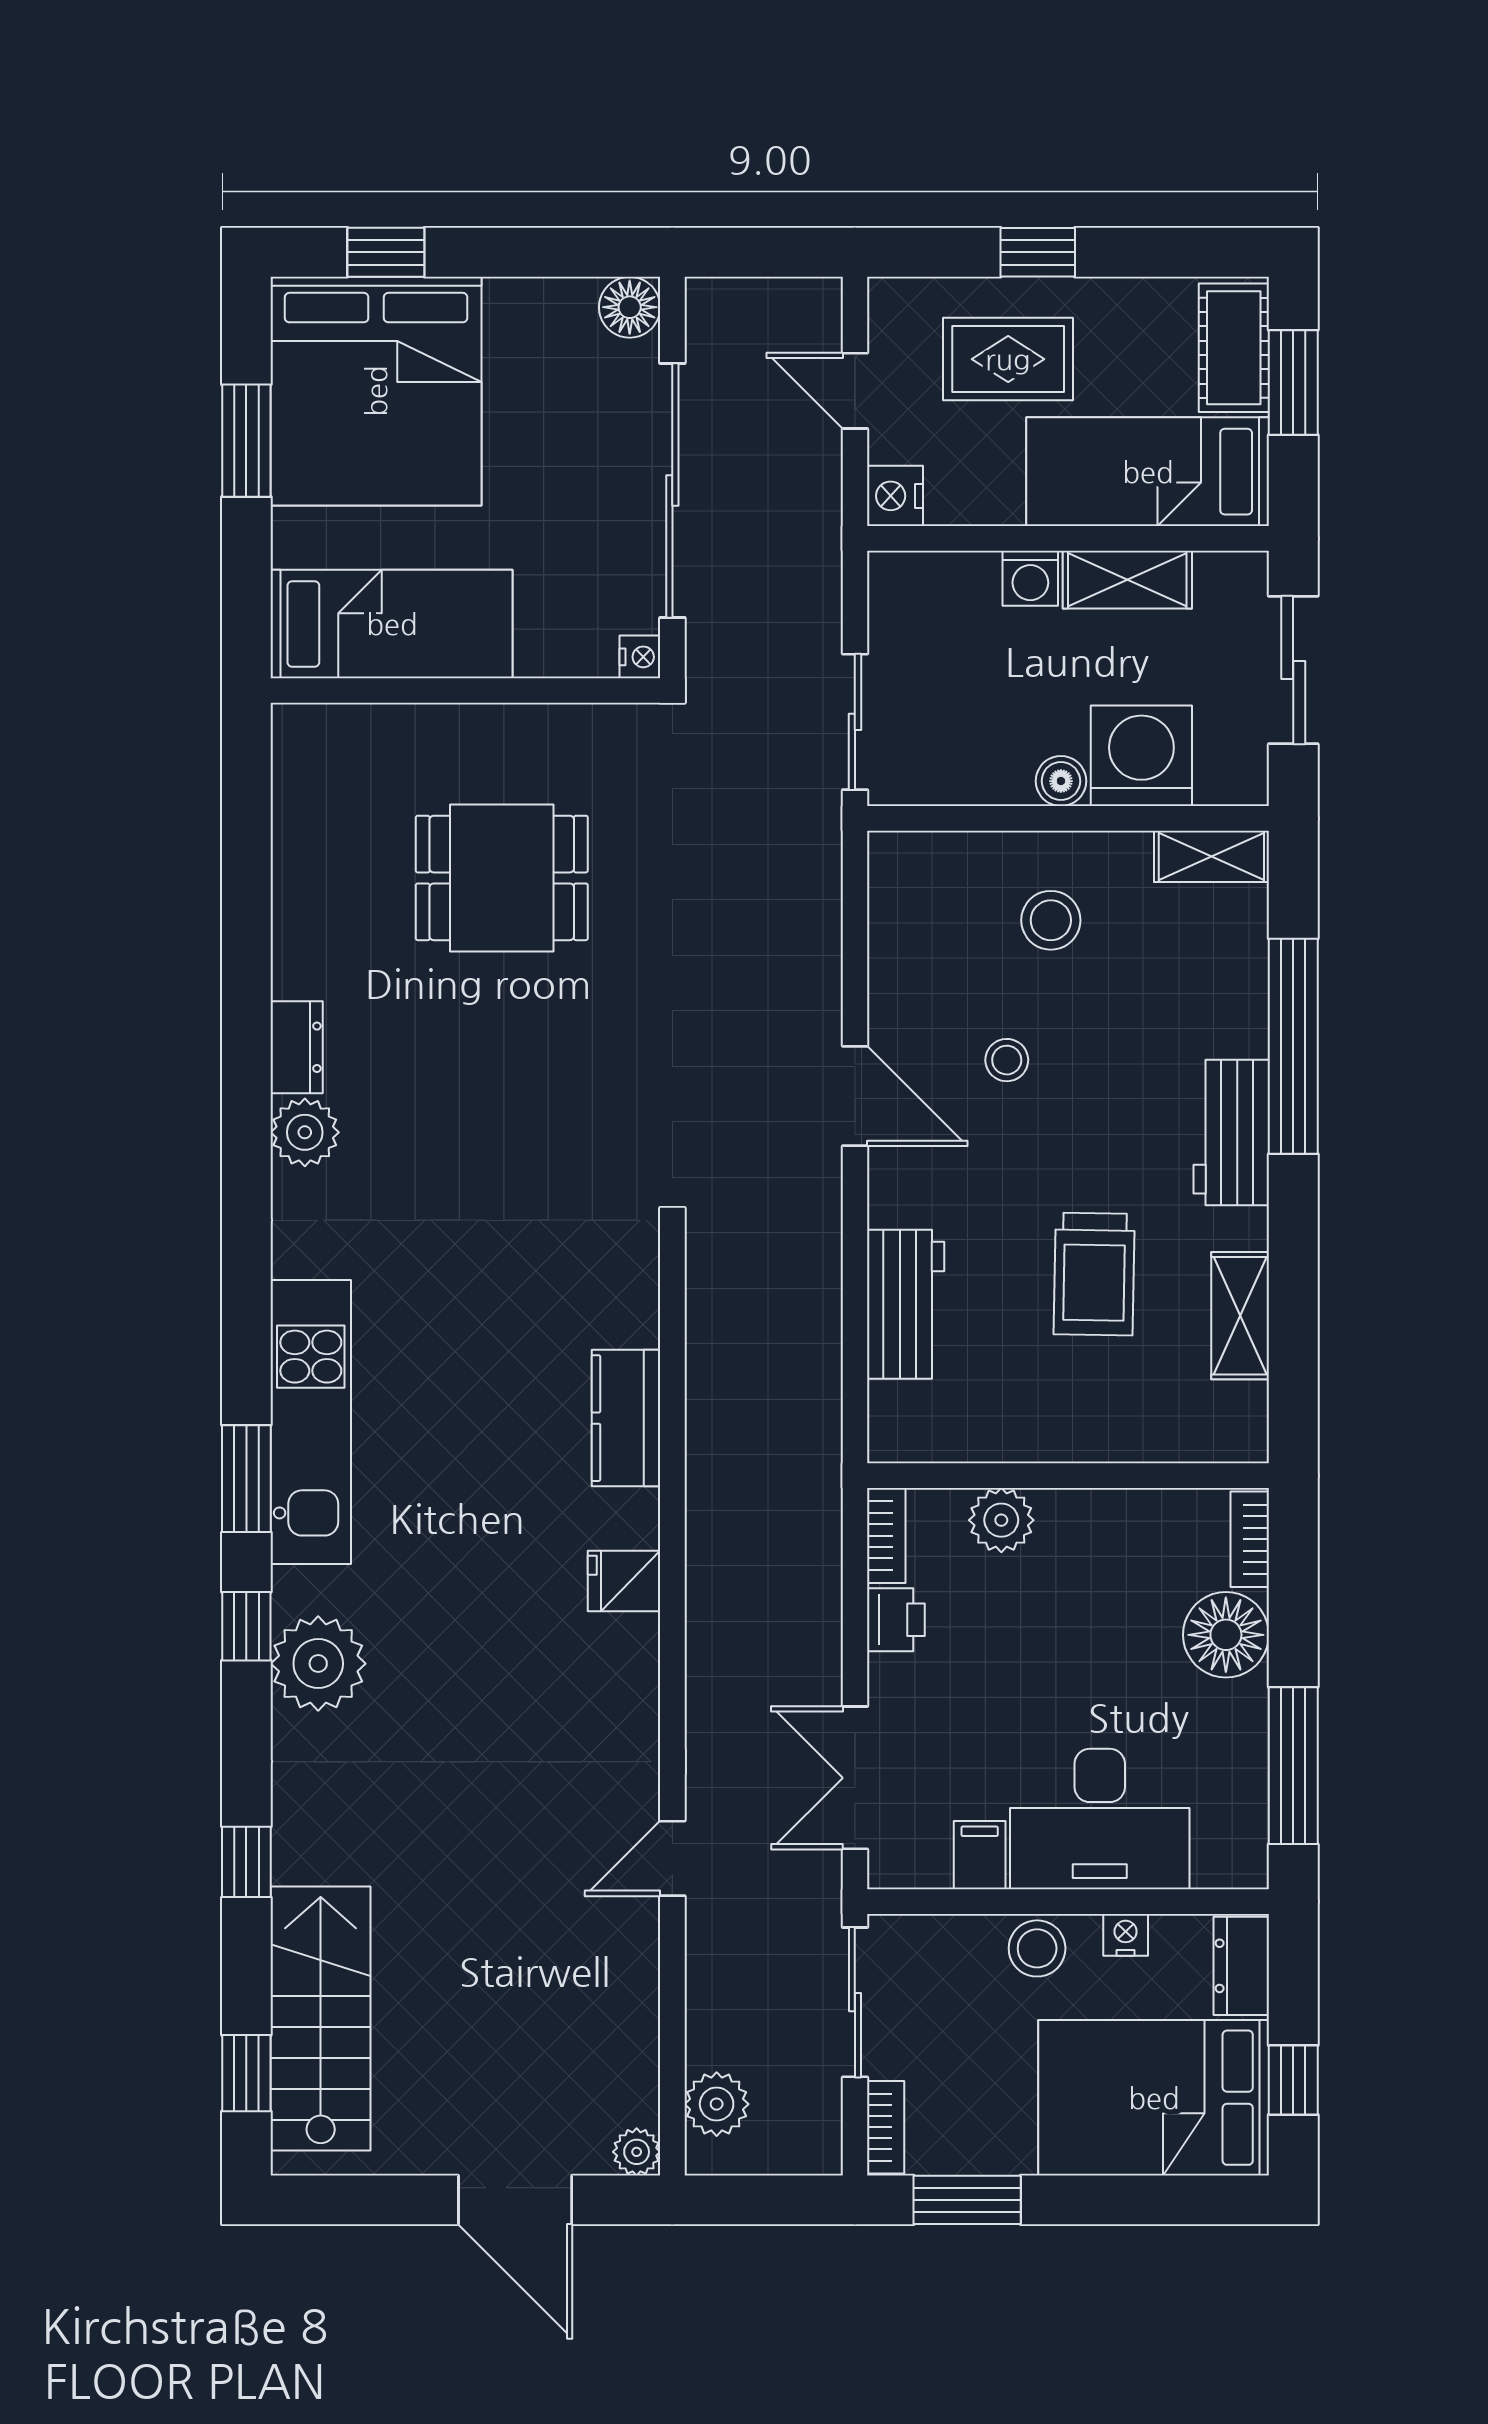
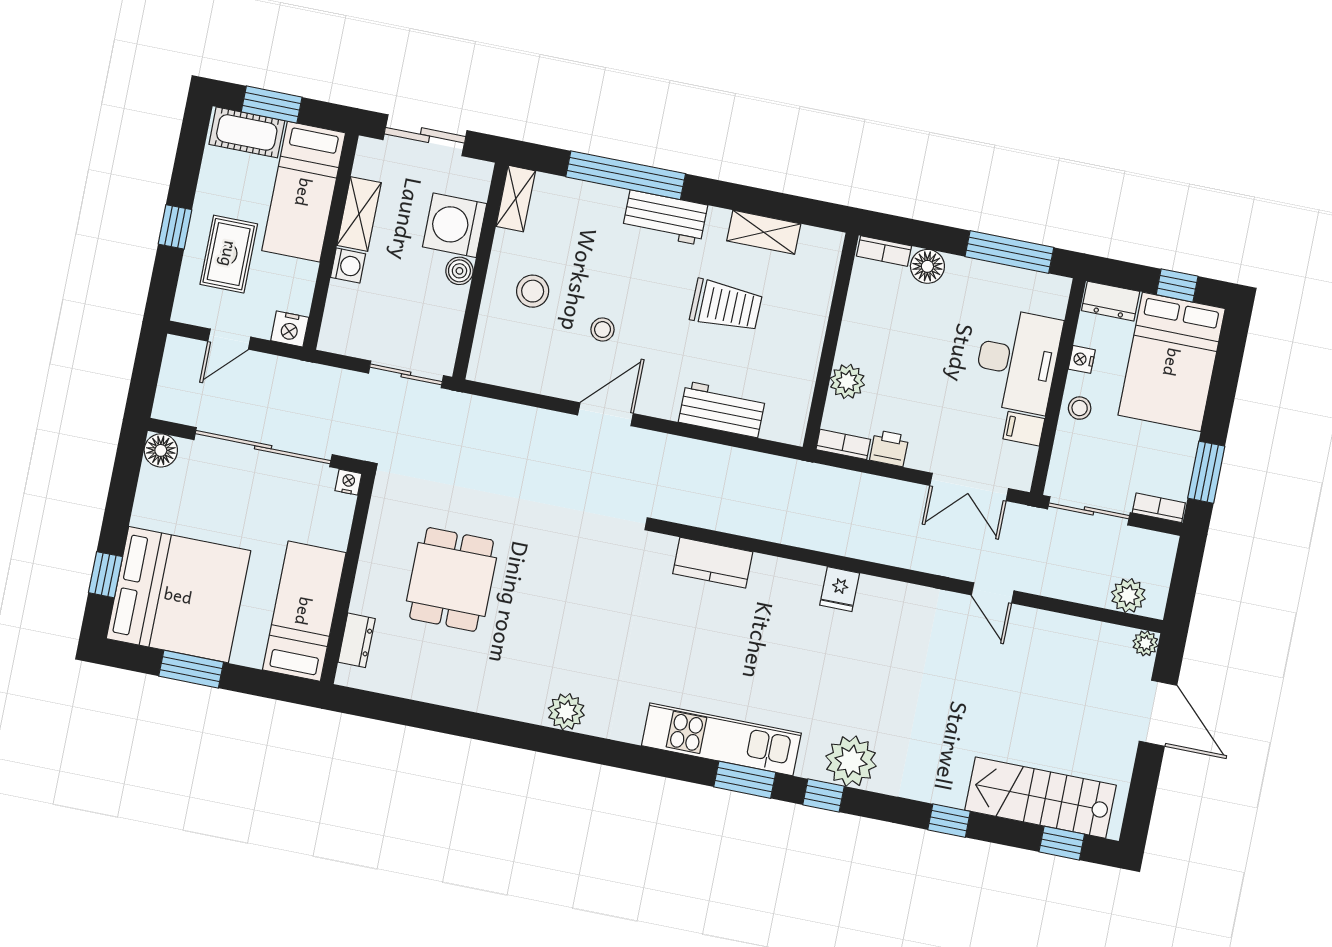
dresser: (297, 1047) -> (357, 640), moved, turned 90
kitchen counter: (626, 1418) -> (713, 563), moved
floor lamp: (1226, 1635) -> (927, 266), width x0.73, depth x0.73
stool: (1037, 1948) -> (1080, 408), width x0.73, depth x0.73
door: (515, 2200) -> (1158, 713), hinge flipped

